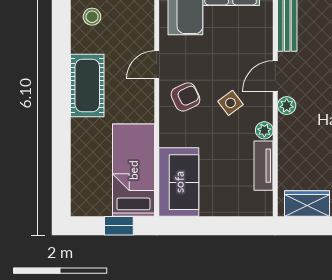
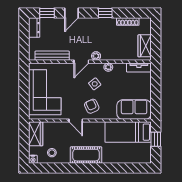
door: (275, 76) -> (81, 62), hinge flipped
tv unit: (264, 166) -> (139, 67), moved

